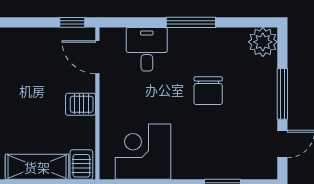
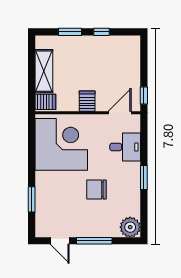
window: (191, 22) -> (144, 177), width x0.69
corner desk: (143, 152) -> (61, 144), width x1.36, depth x1.36

